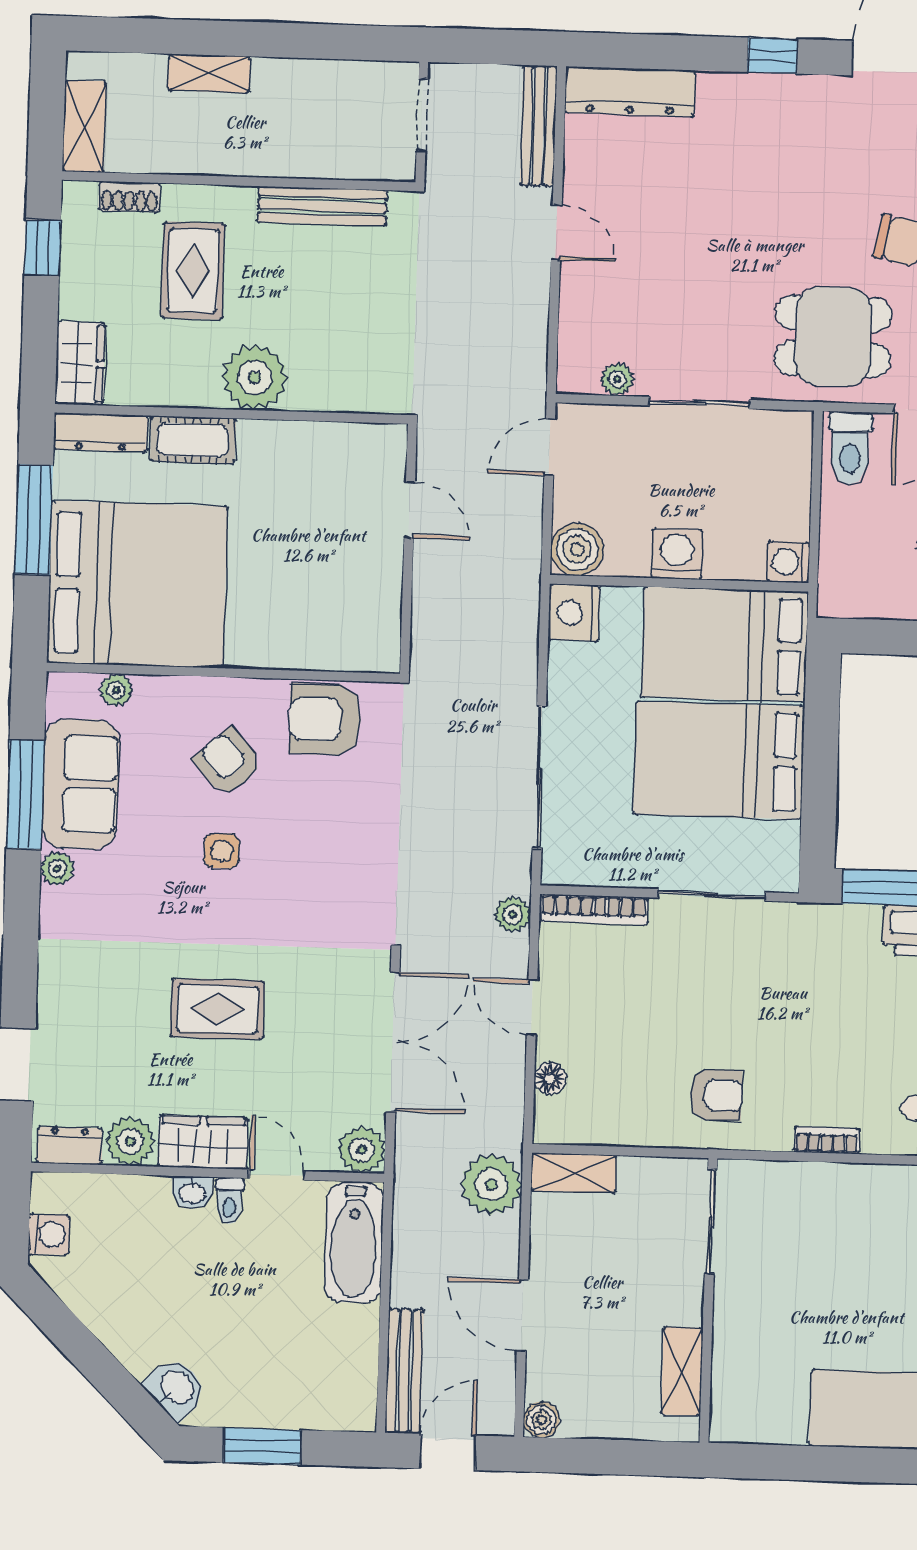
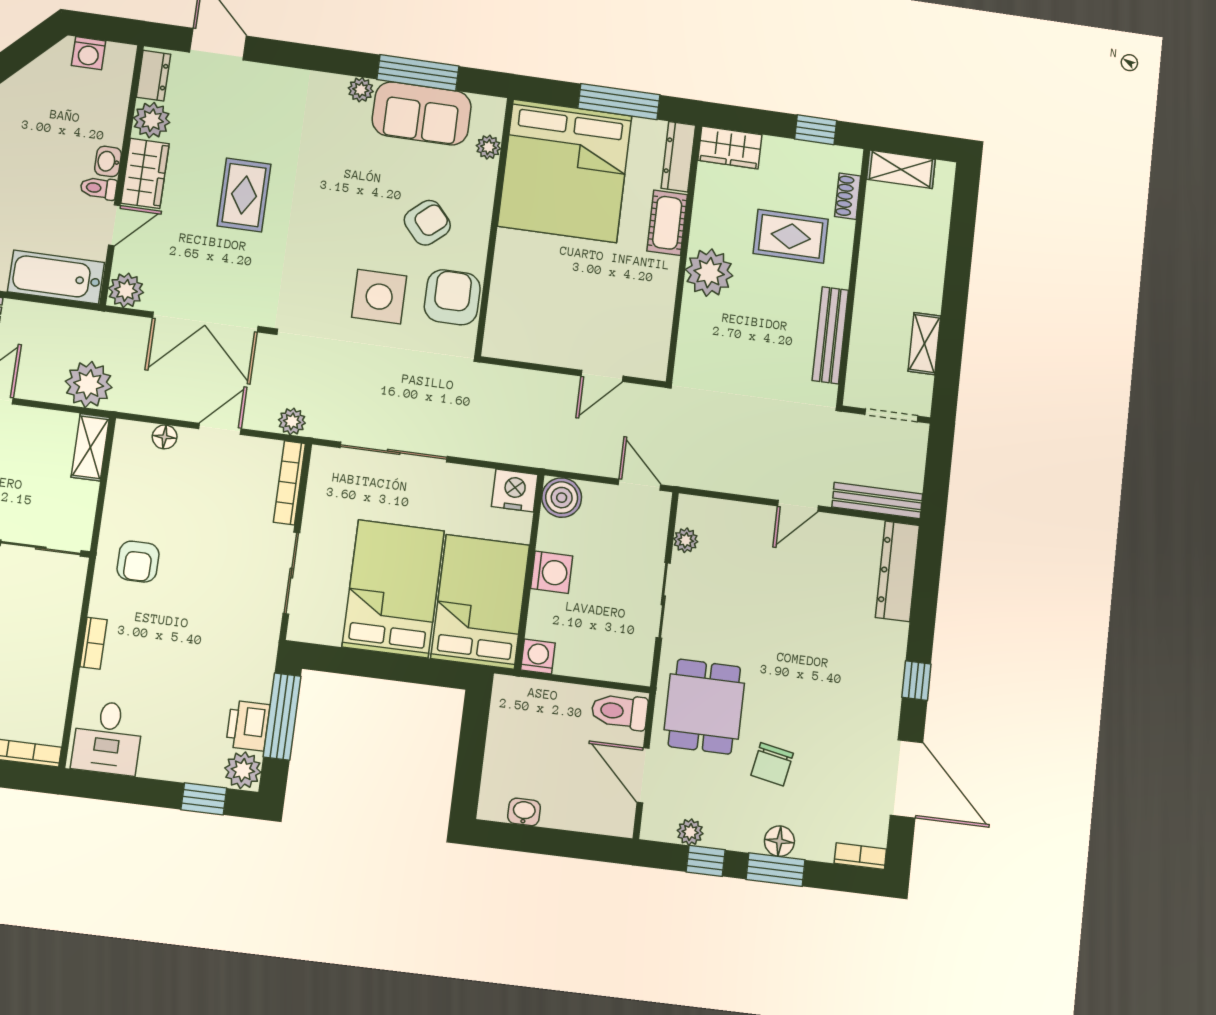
shelving: (209, 73) -> (924, 344), moved
side table: (222, 851) -> (379, 297), moved, width x1.87, depth x1.87

